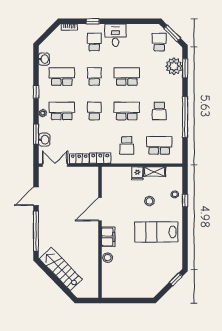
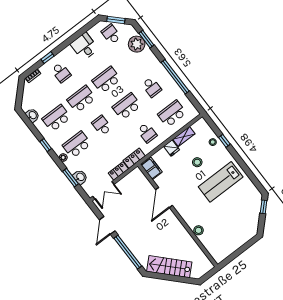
desk: (115, 35) -> (84, 46), moved
school desk: (94, 42) -> (61, 73), turned 180
school desk: (94, 76) -> (81, 99), width x1.85
double door: (55, 165) -> (103, 190), swing flipped
filing cabinet: (108, 237) -> (152, 168), moved

